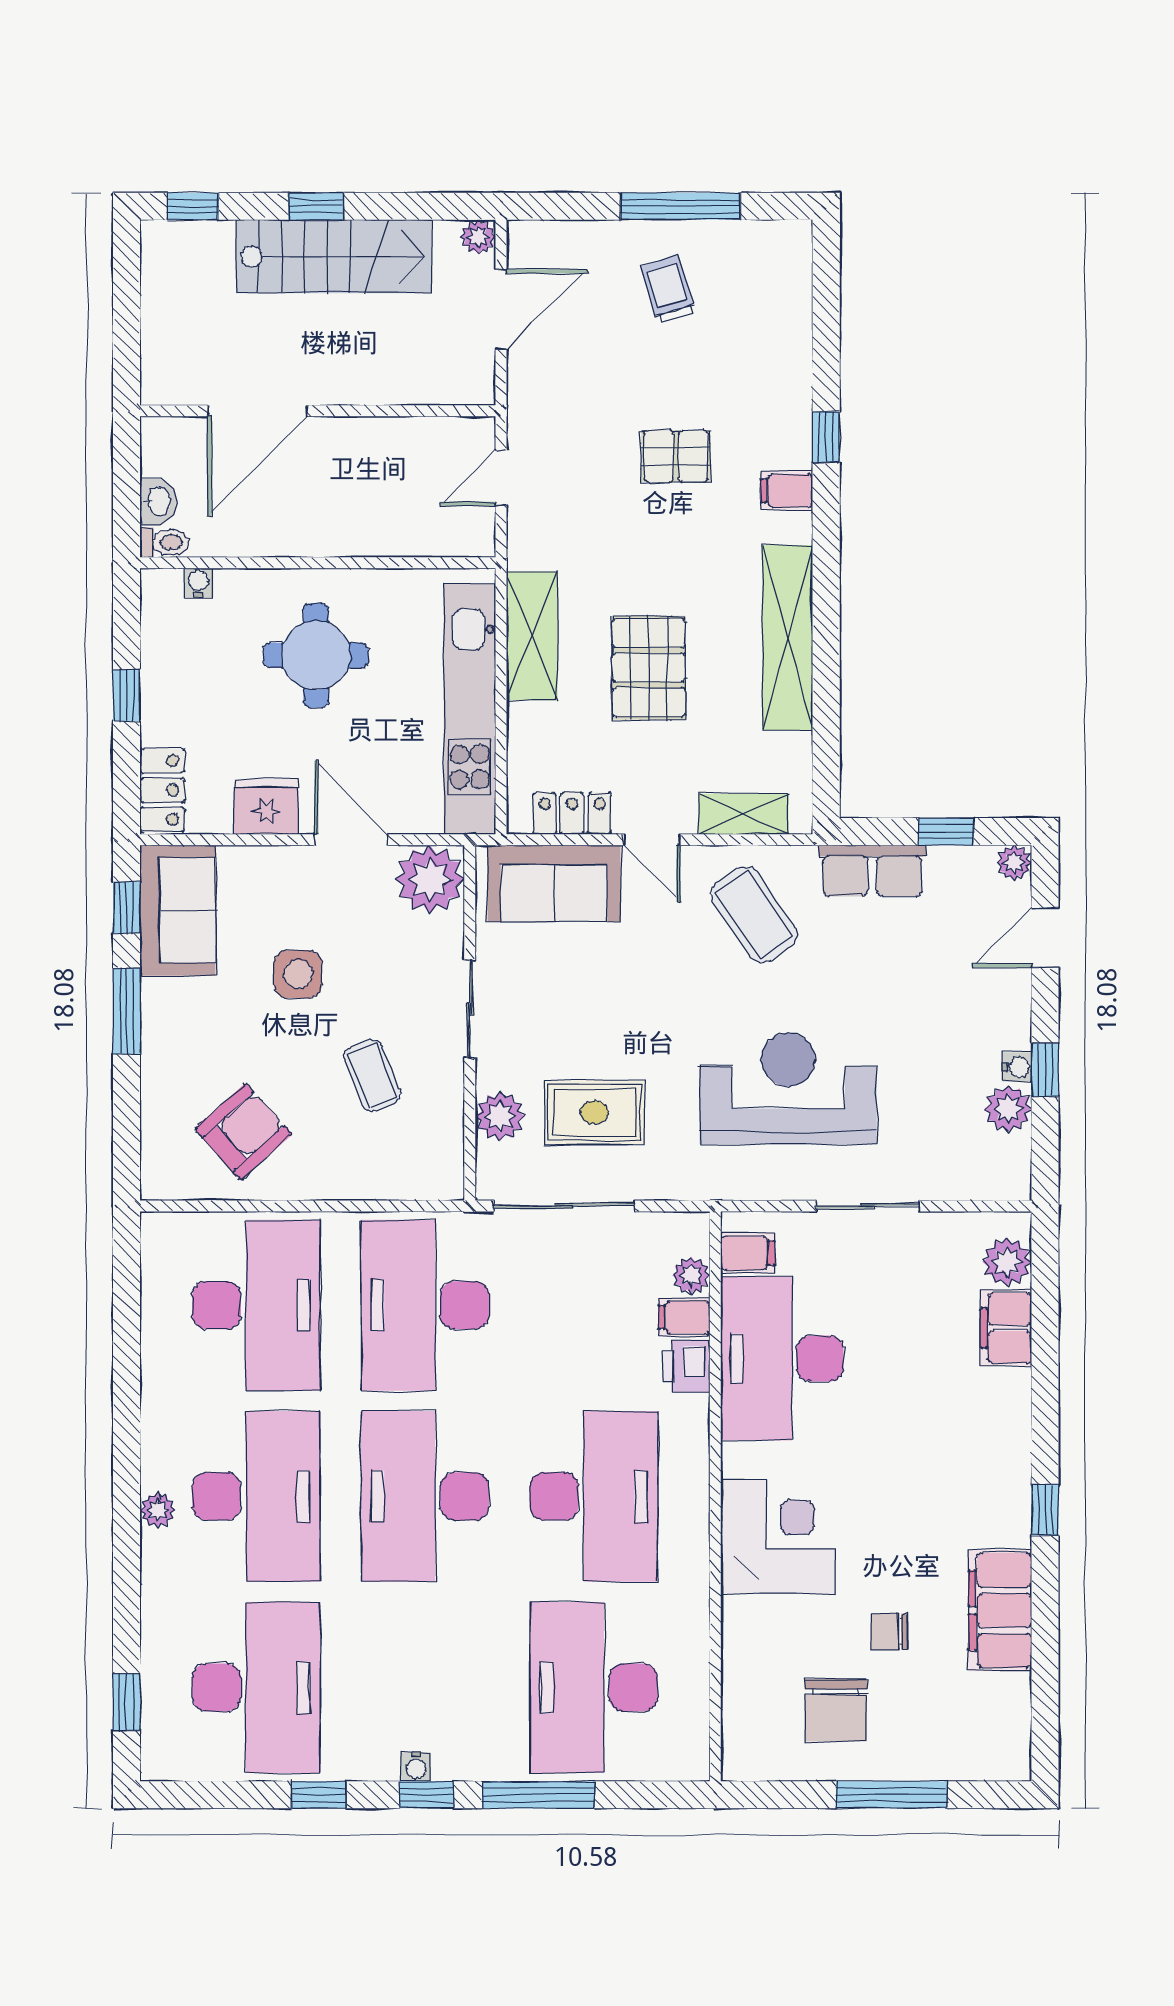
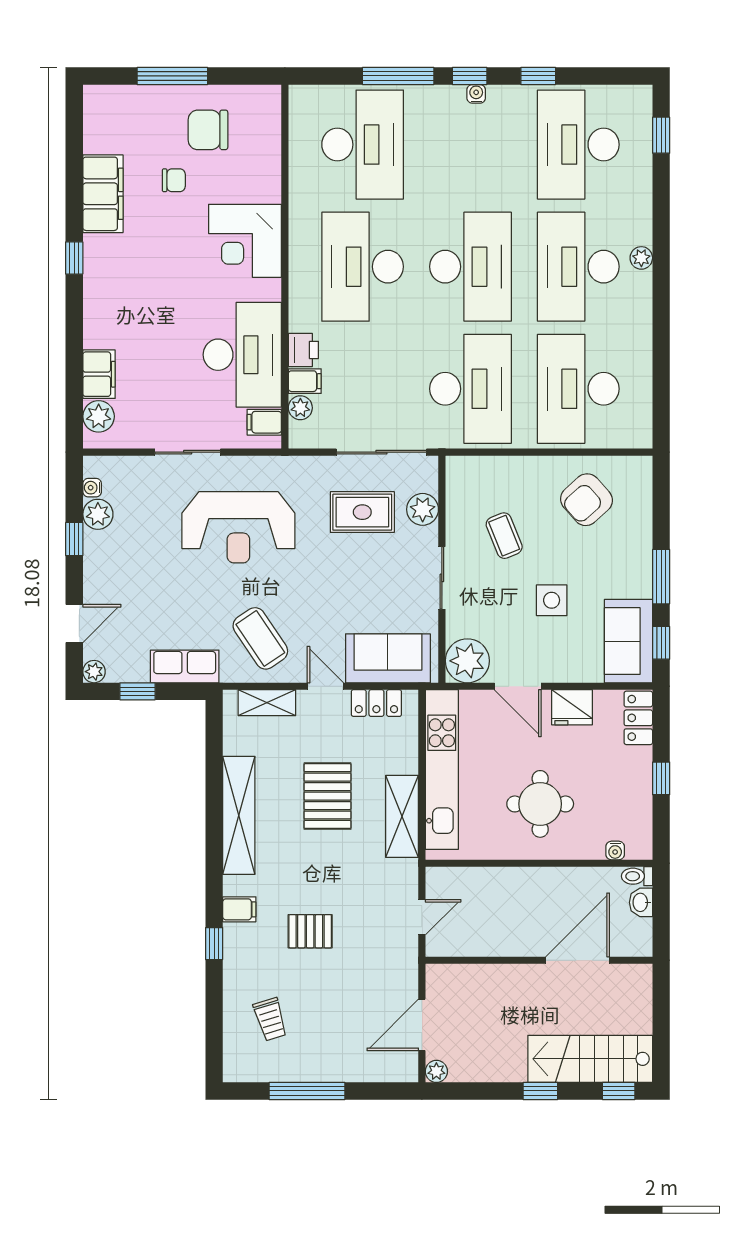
stairs: (334, 256) -> (590, 1059), moved
trolley: (668, 289) -> (270, 1019), moved
water cooler: (1017, 1067) -> (92, 488), moved
chair: (836, 1710) -> (208, 130), turned -90

